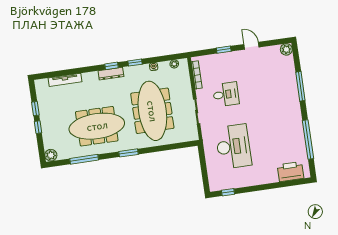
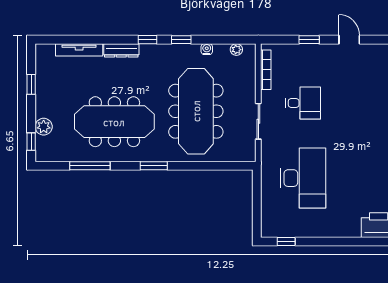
dresser: (111, 74) -> (121, 50), moved
window: (38, 127) -> (31, 142), moved
plant: (51, 155) -> (44, 127), moved

